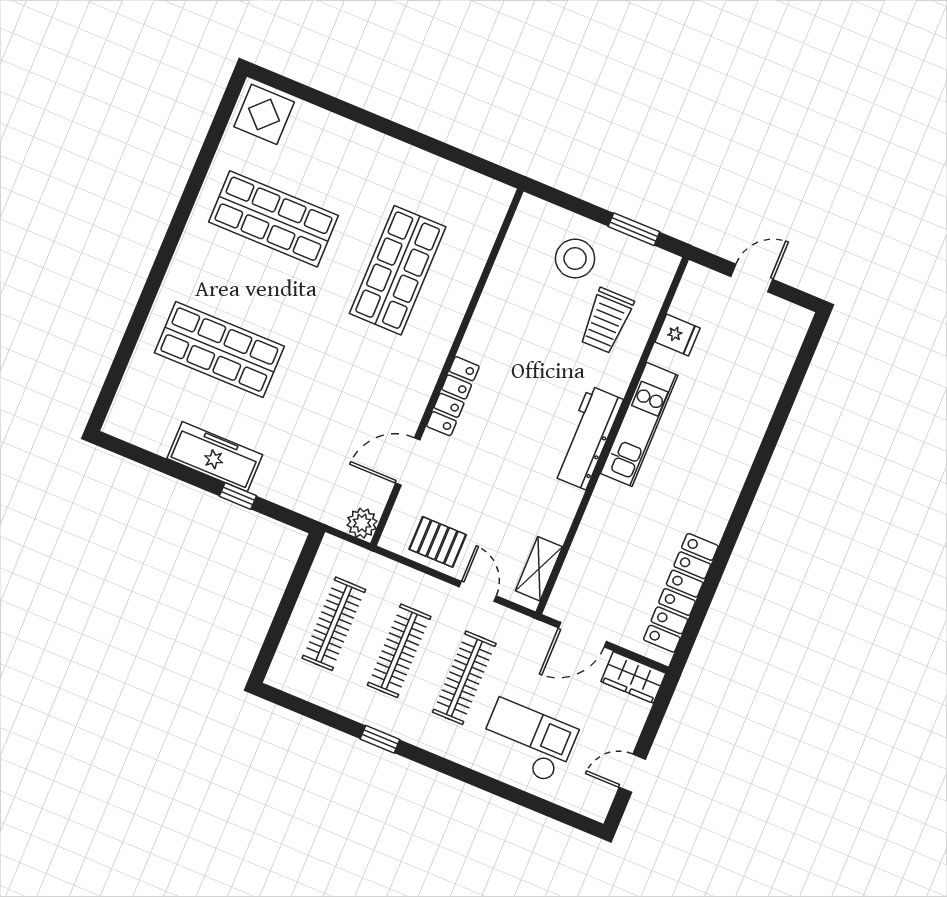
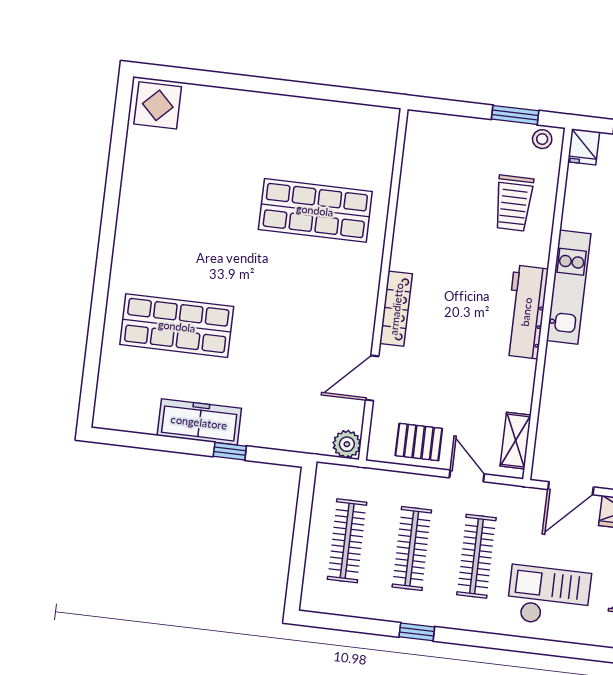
shop shelf: (274, 219) -> (192, 196), removed
stool: (575, 259) -> (542, 139), moved, width x0.53, depth x0.53
shop shelf: (398, 270) -> (315, 210), turned 90
fridge: (677, 335) -> (584, 147), moved, turned 90

